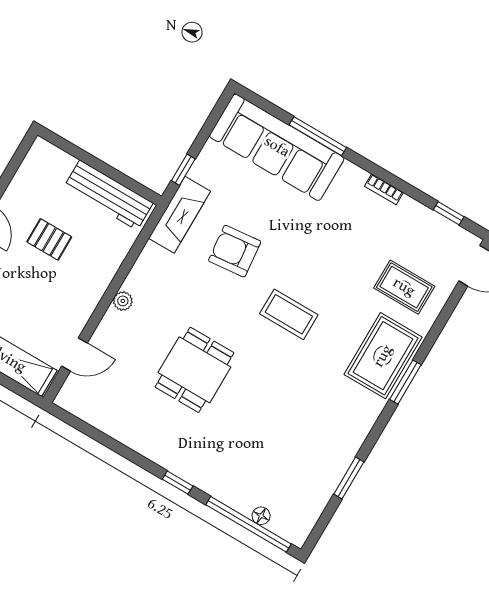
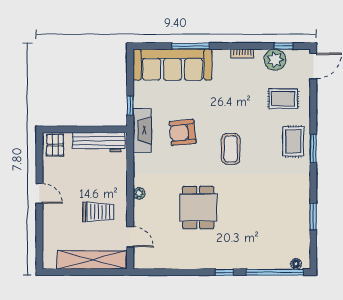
plant: (425, 225) -> (275, 60), added
pallet: (49, 239) -> (55, 145), moved, turned 90
trolley: (50, 293) -> (98, 212), added
coffee table: (289, 314) -> (231, 149), turned 90
door: (74, 354) -> (130, 237), hinge flipped
rug: (383, 356) -> (293, 142), width x0.73, depth x0.70
floor lamp: (261, 516) -> (296, 264), moved

